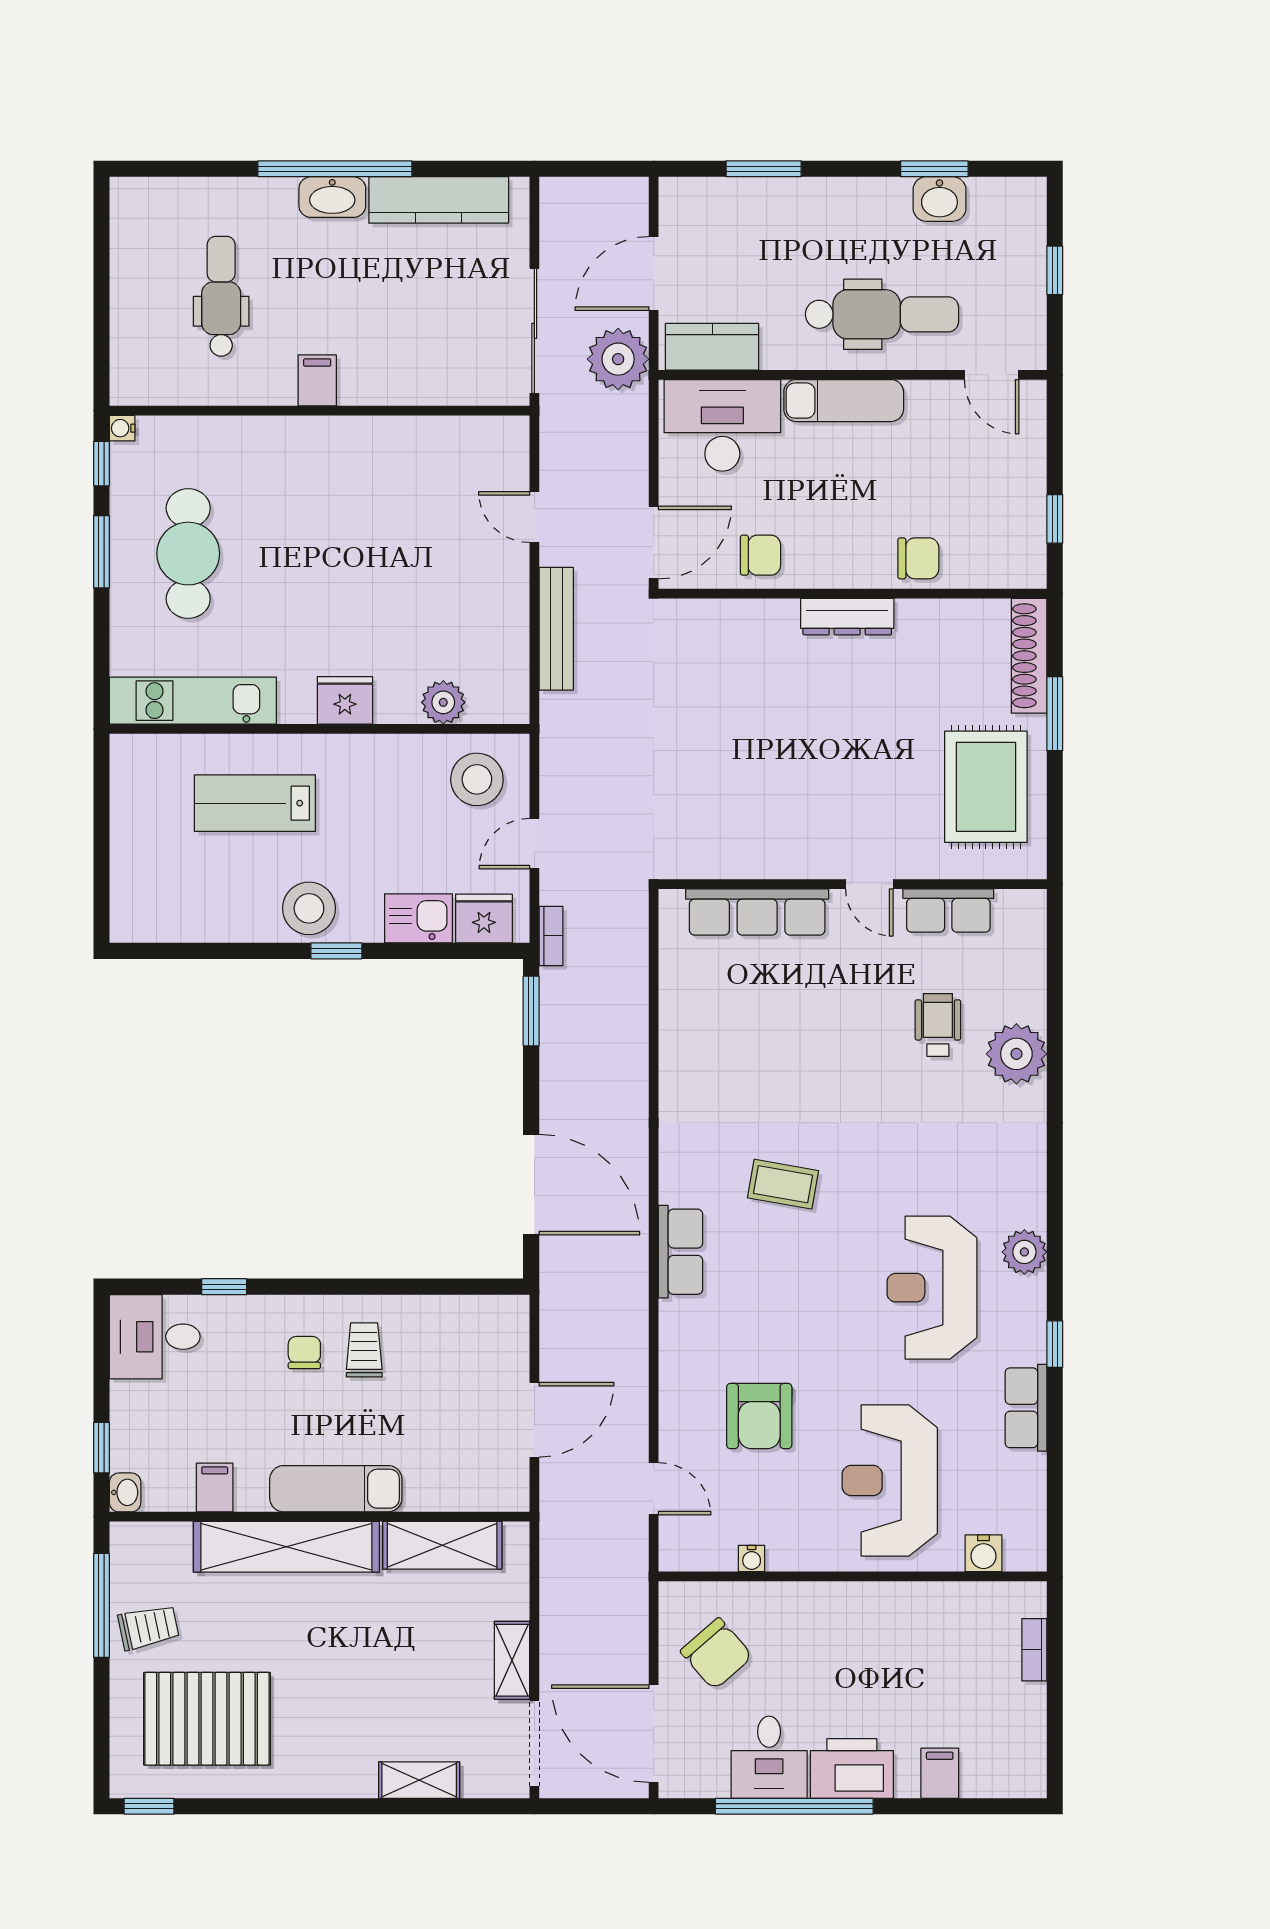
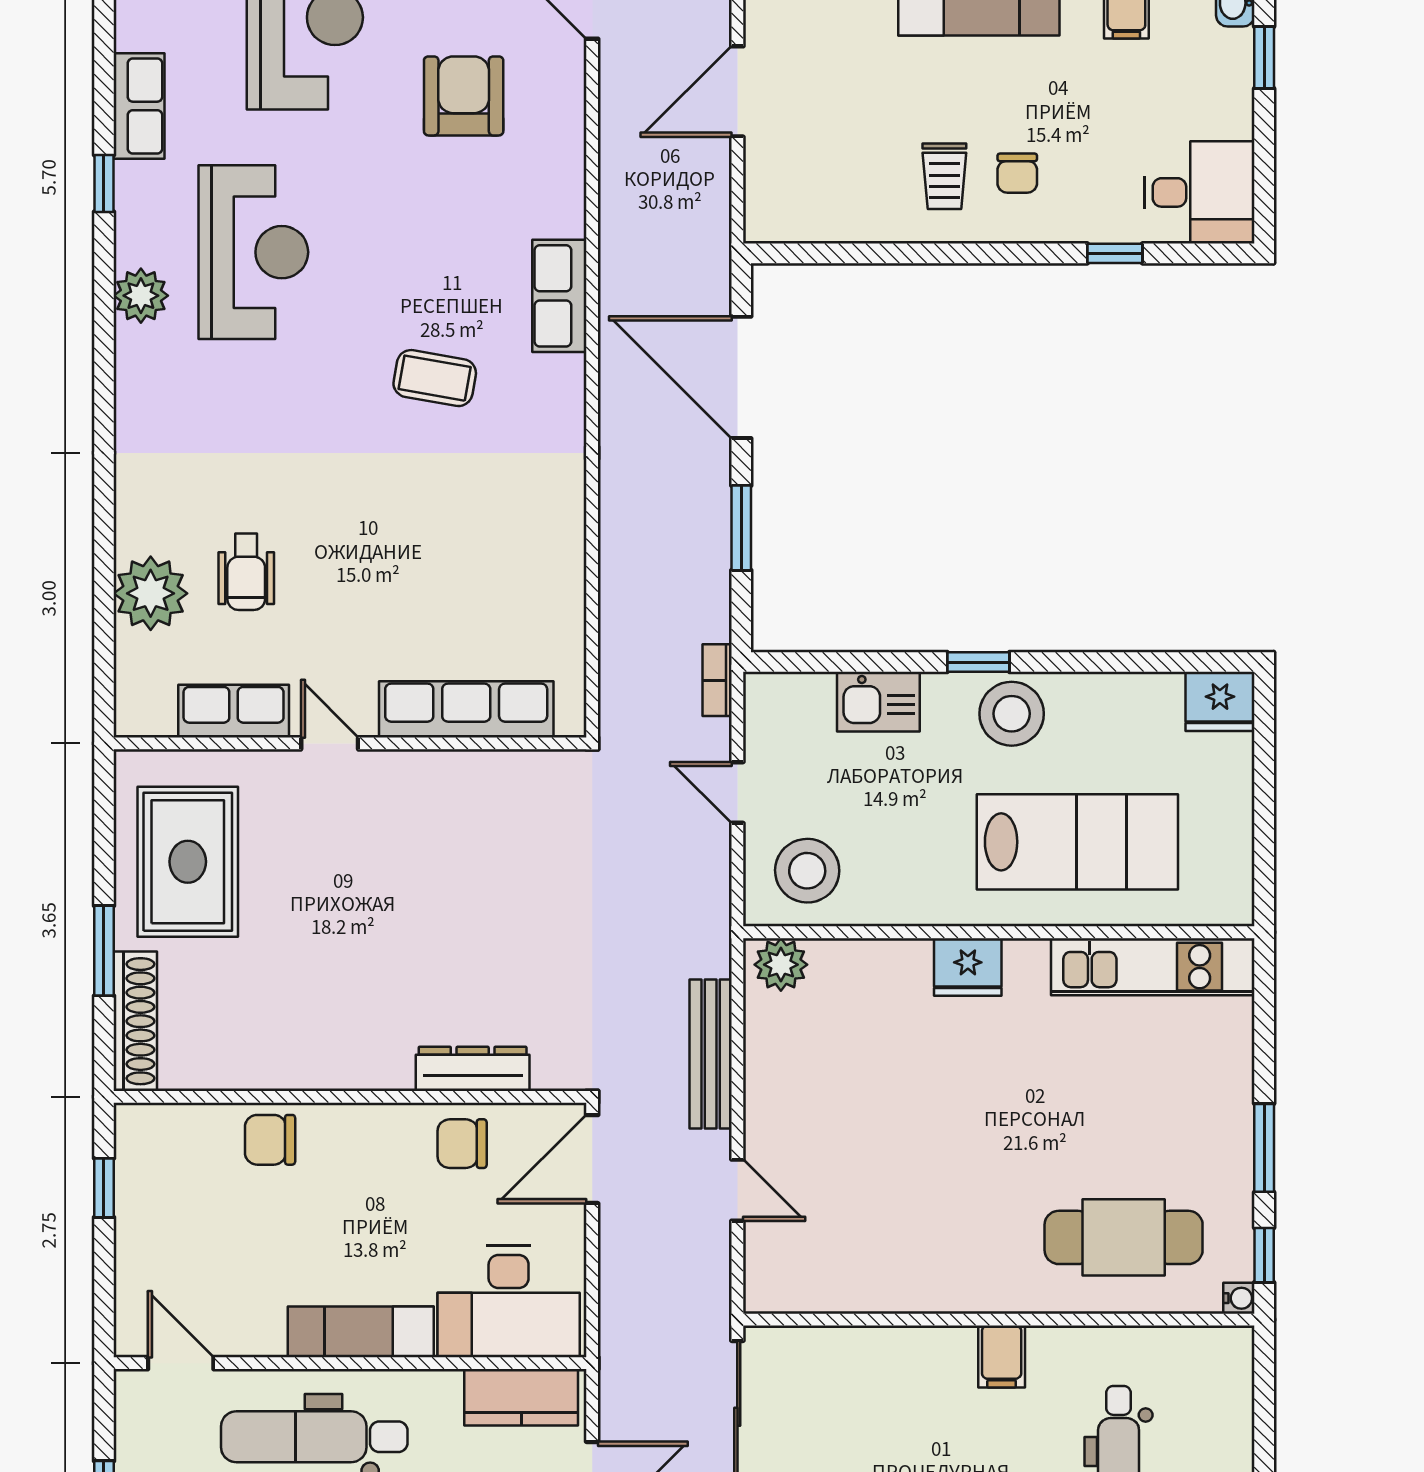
plant: (618, 359) -> (635, 1382), removed
cafe table: (188, 554) -> (1124, 1237), moved, turned 90
dresser: (847, 617) -> (473, 1069), moved
plant: (443, 702) -> (781, 965), moved
lab bench: (255, 803) -> (1077, 842), width x1.36, depth x1.39
door: (534, 844) -> (737, 793), swing flipped
fridge: (484, 919) -> (1220, 701), moved
window: (531, 1011) -> (741, 528), moved
plant: (1016, 1054) -> (151, 593), moved

